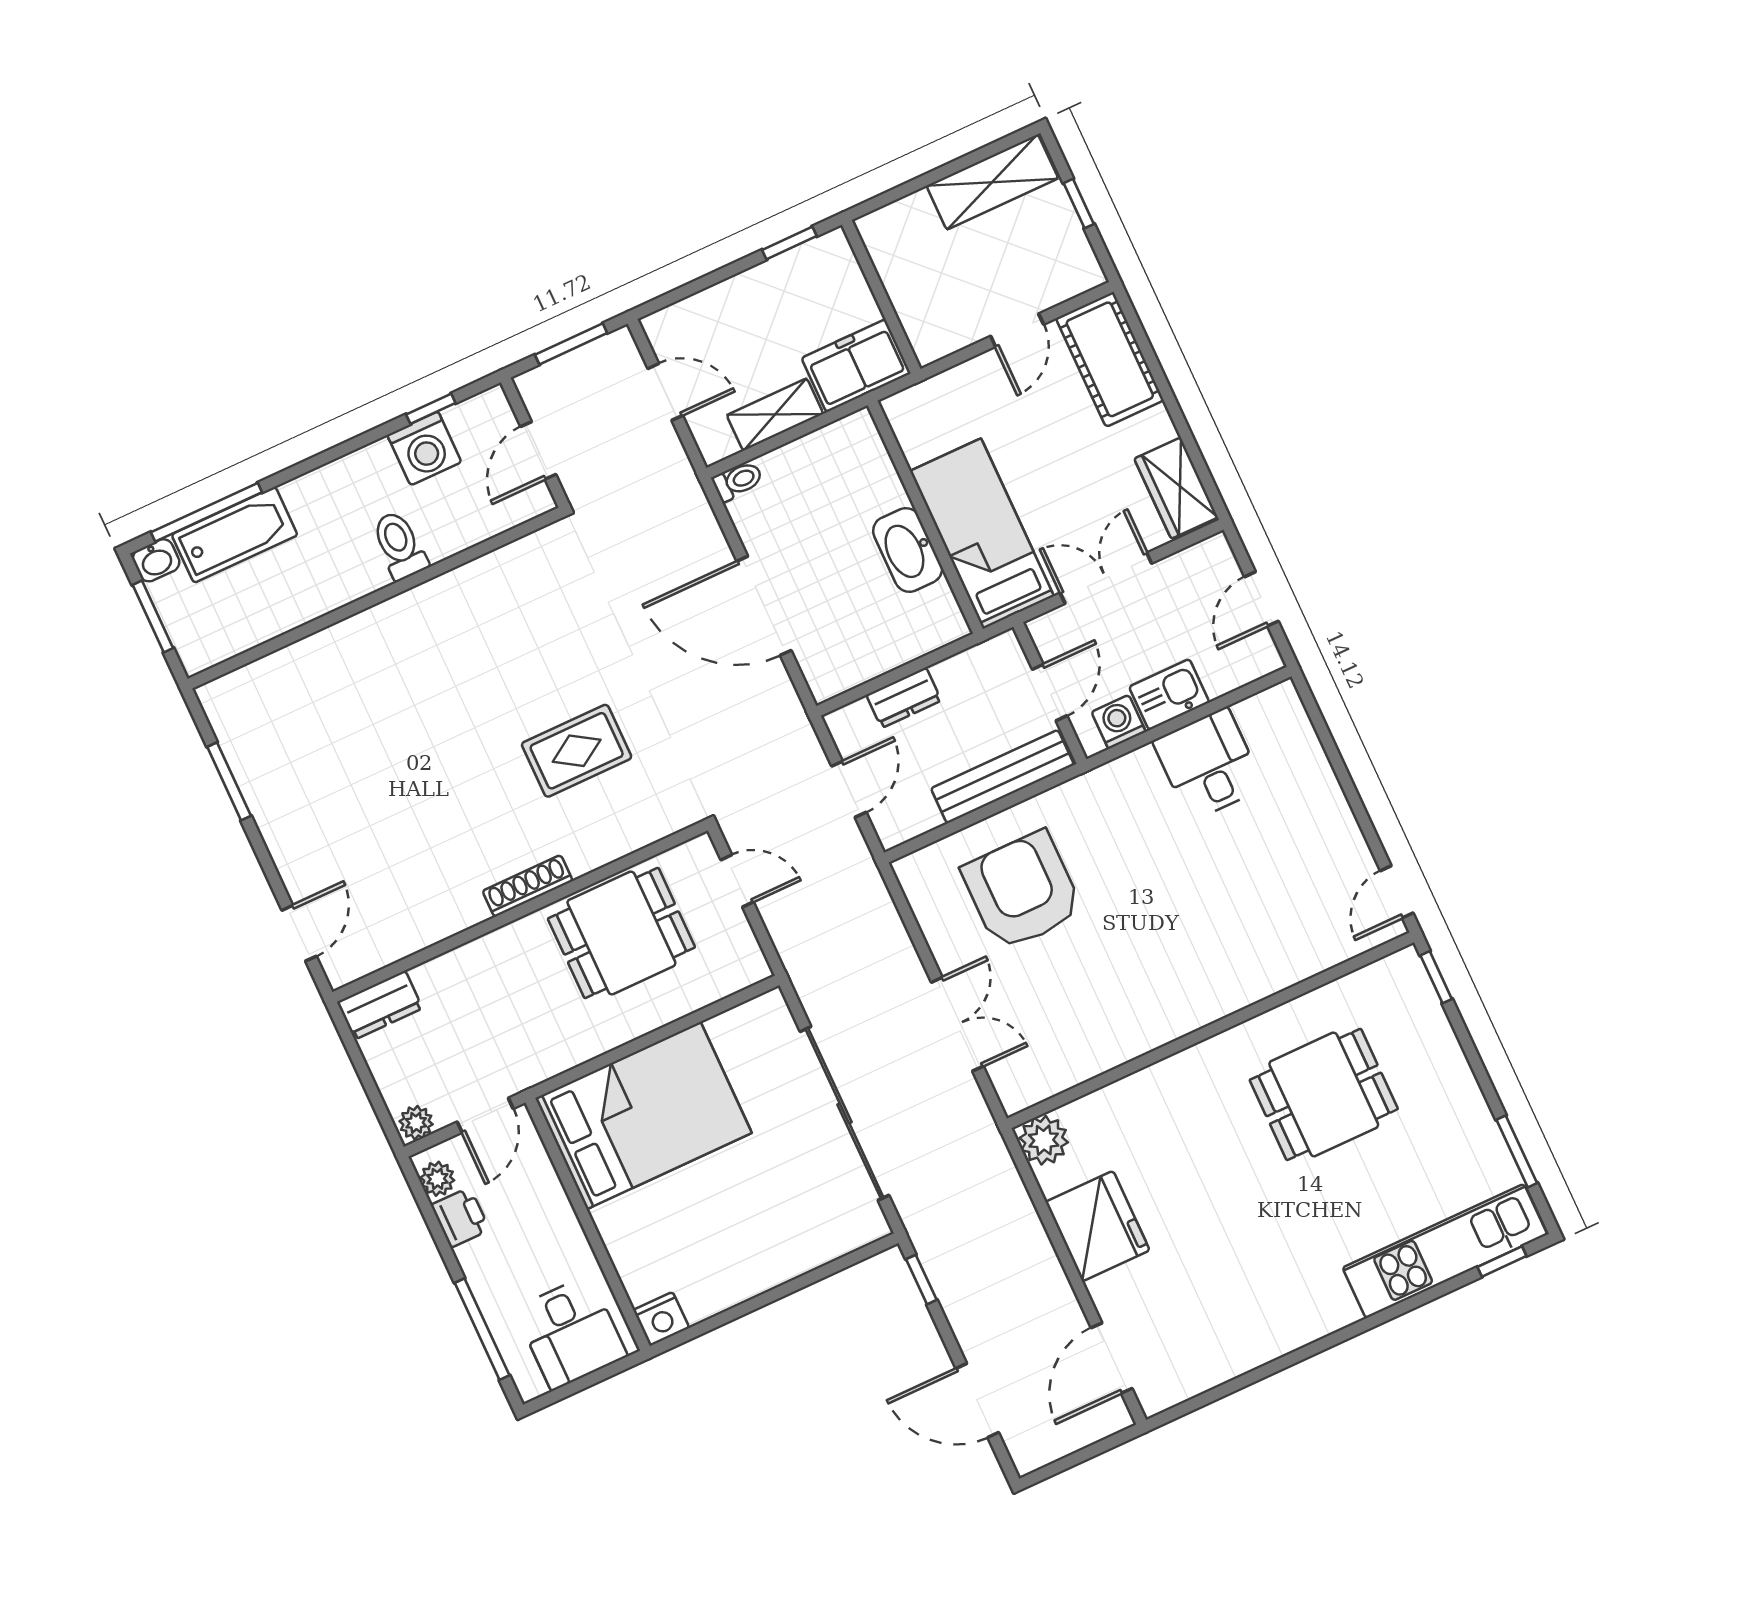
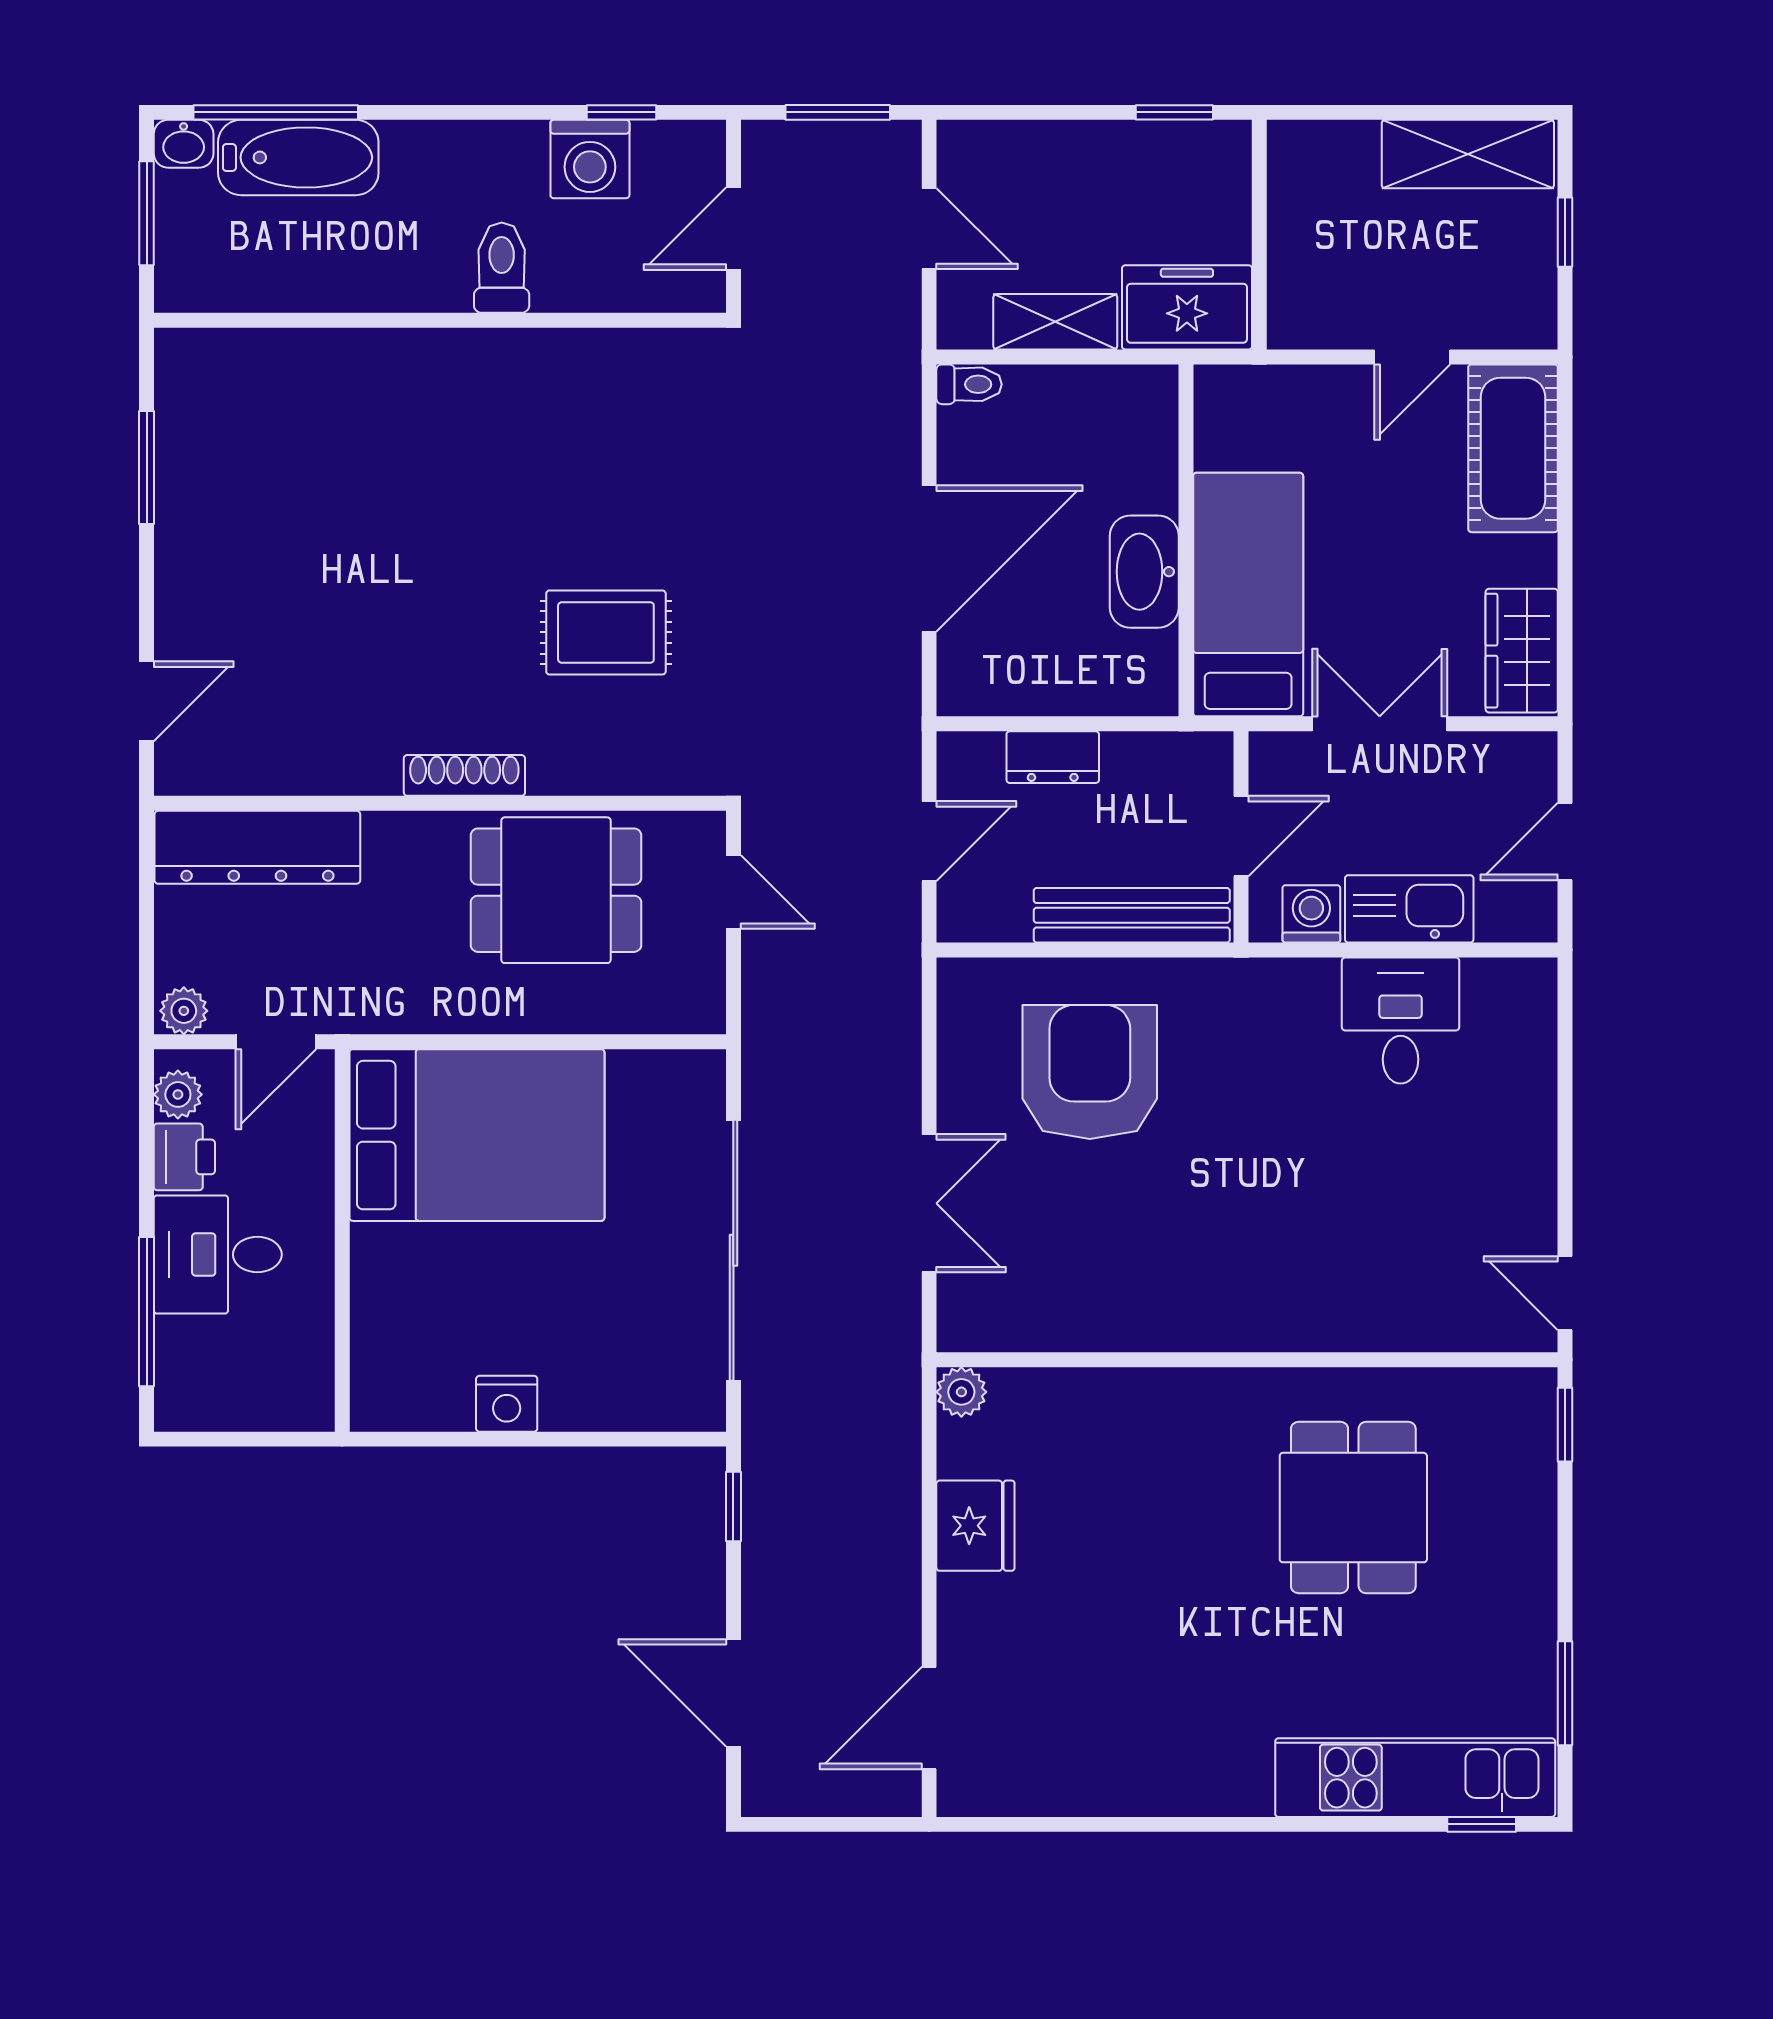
door: (764, 606) -> (929, 558), swing flipped
kitchen sink: (1169, 695) -> (1409, 909), width x1.38
door: (1397, 892) -> (1565, 1293), hinge flipped
dresser: (380, 1005) -> (257, 847), width x1.96, depth x1.24
dining table: (1324, 1094) -> (1353, 1508), turned 90
plant: (1044, 1140) -> (961, 1392), width x0.73, depth x0.73
fridge: (1098, 1226) -> (975, 1526), width x0.73, depth x0.75
nightstand: (661, 1319) -> (507, 1404), moved
desk: (571, 1332) -> (218, 1255), moved, turned 90

